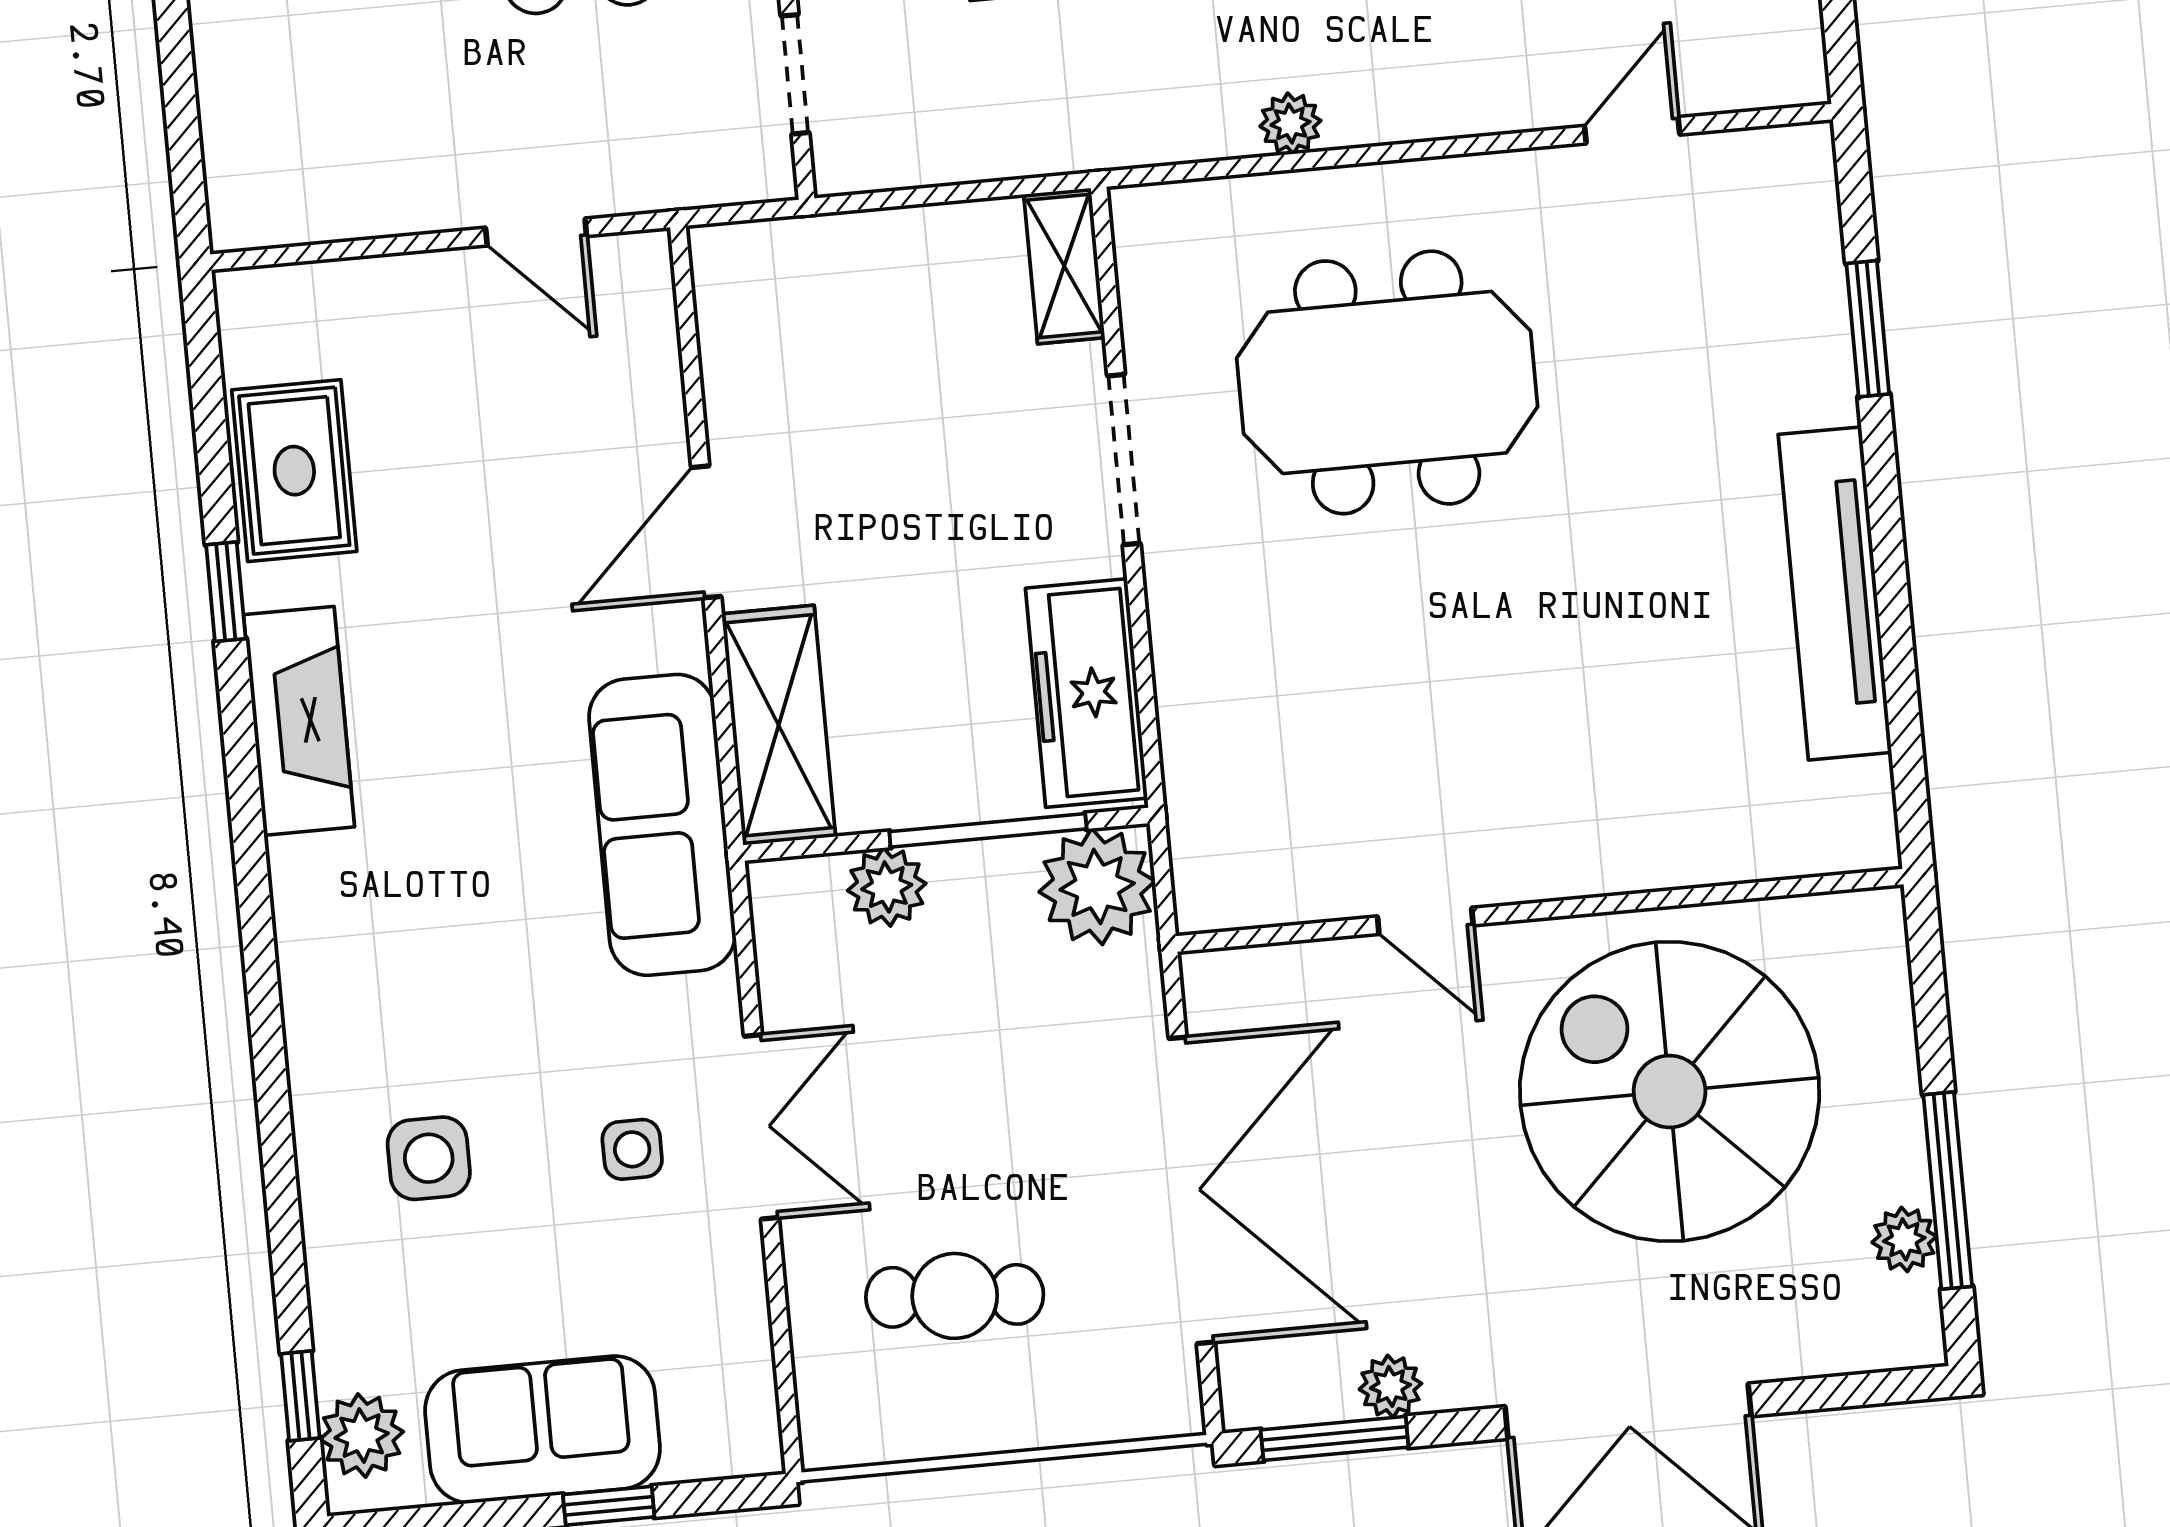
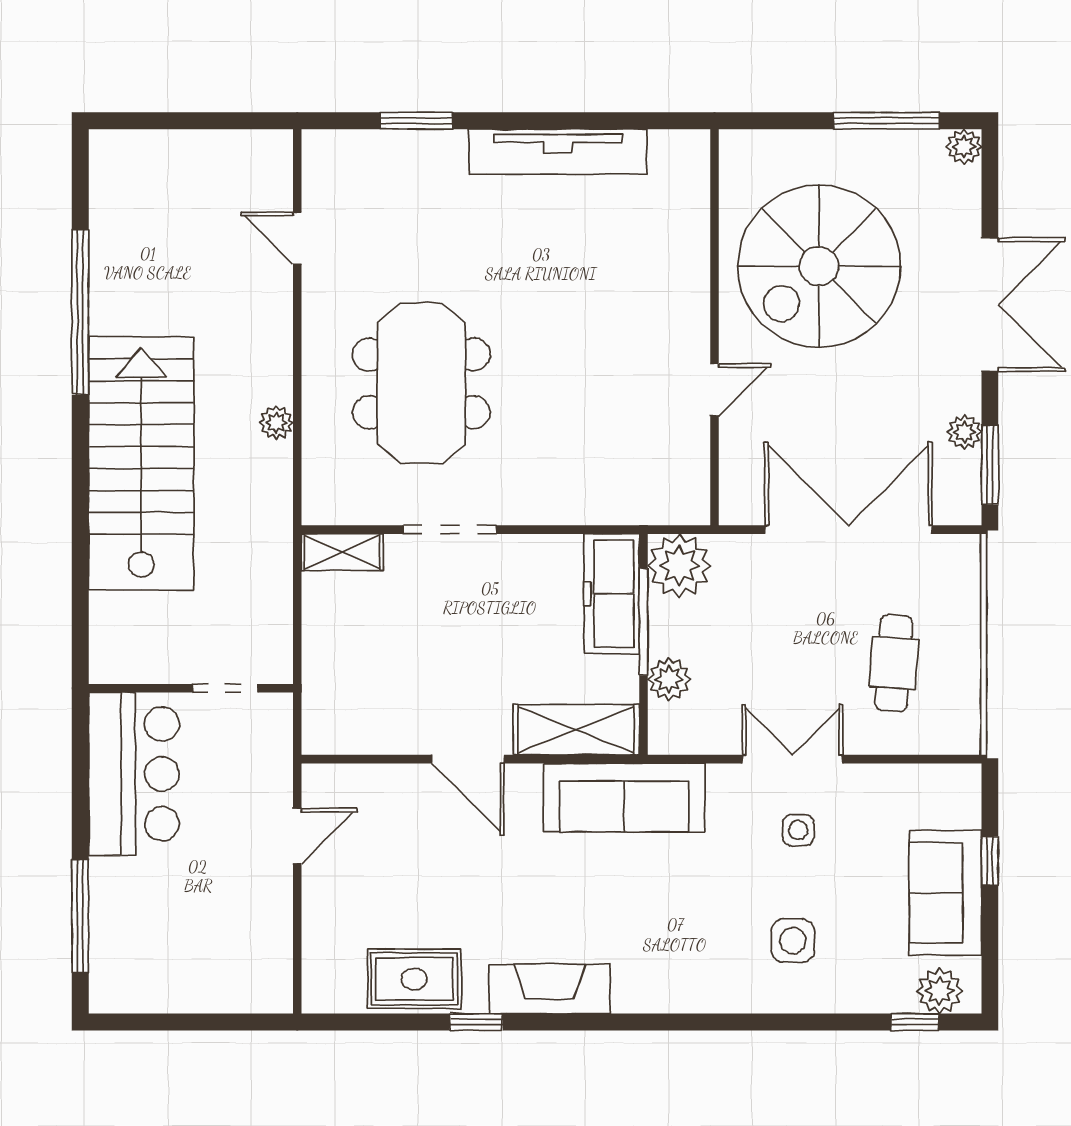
freezer: (1086, 693) -> (612, 594), moved, turned 90
plant: (1904, 1239) -> (964, 147), moved

